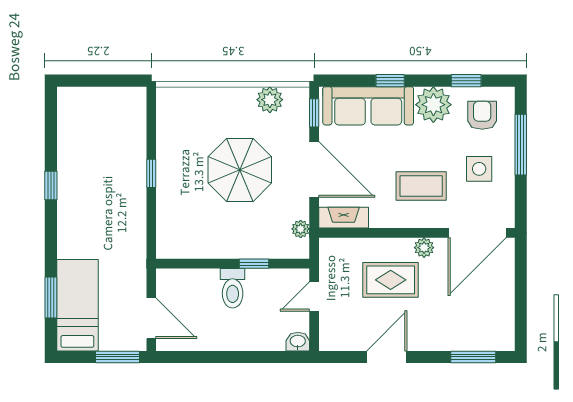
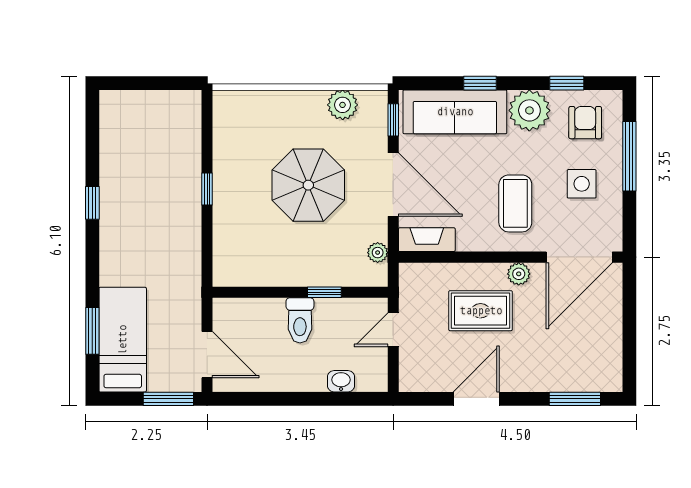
coffee table: (421, 186) -> (515, 203), turned 90
washbasin: (298, 342) -> (341, 381), moved

